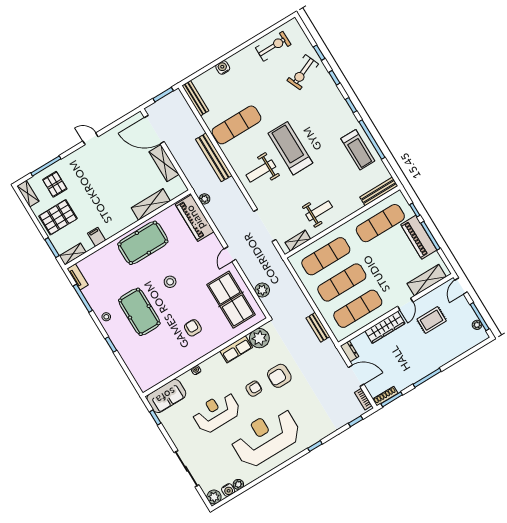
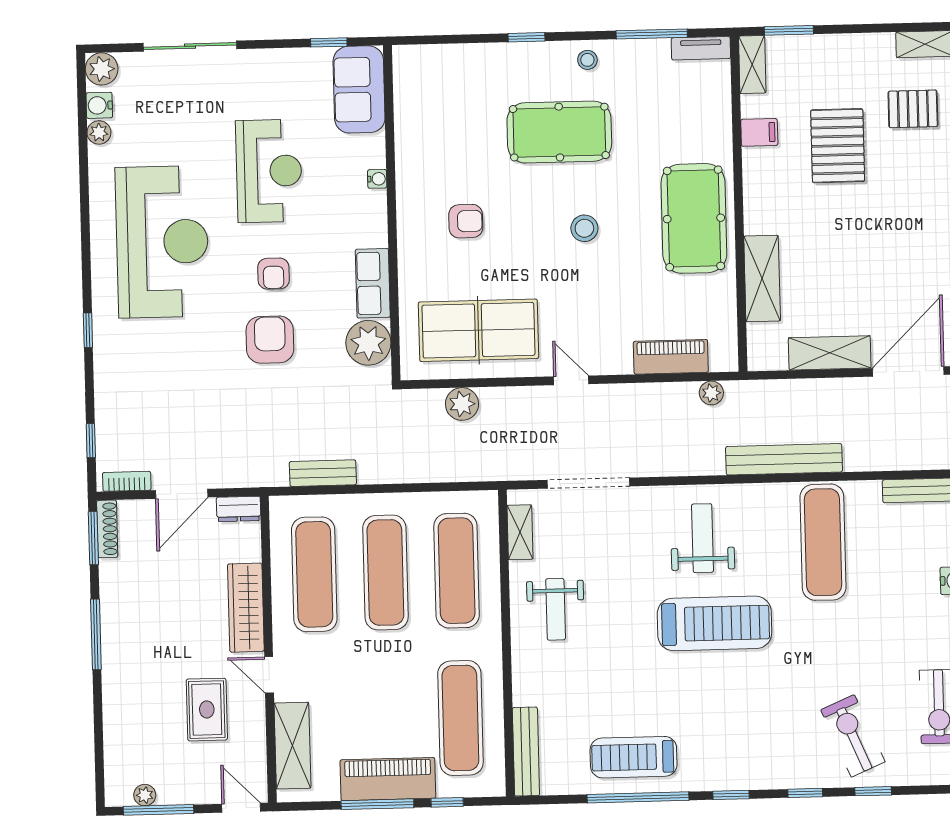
pallet: (58, 217) -> (838, 146), moved
piano: (195, 218) -> (671, 357), width x0.73, depth x0.75

